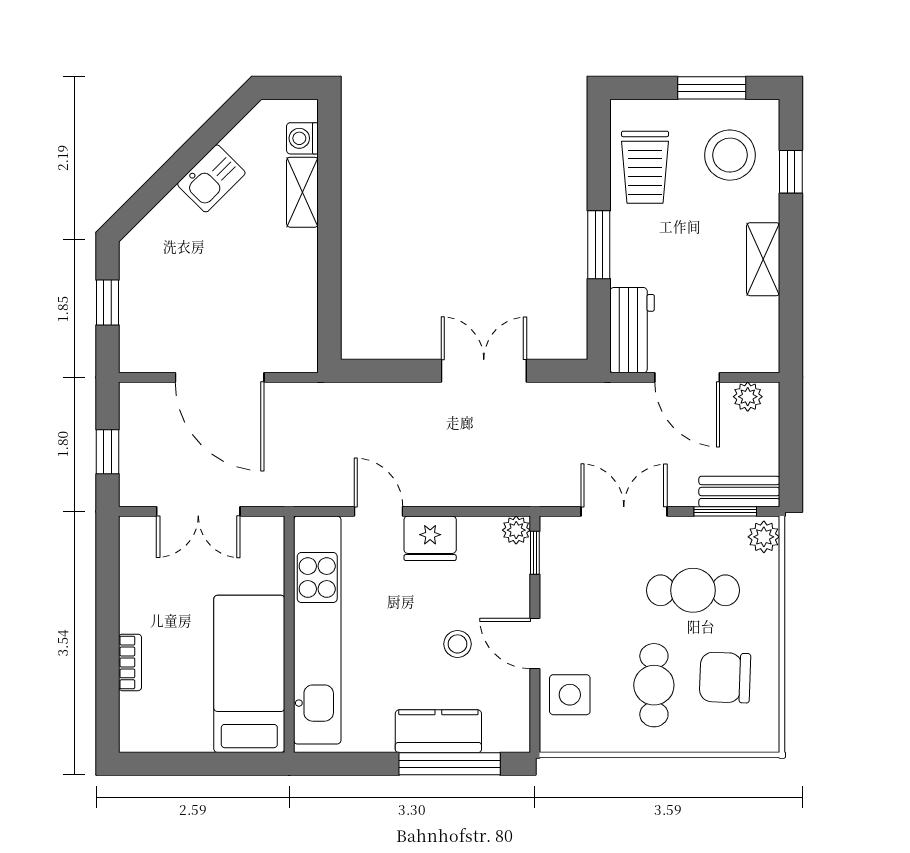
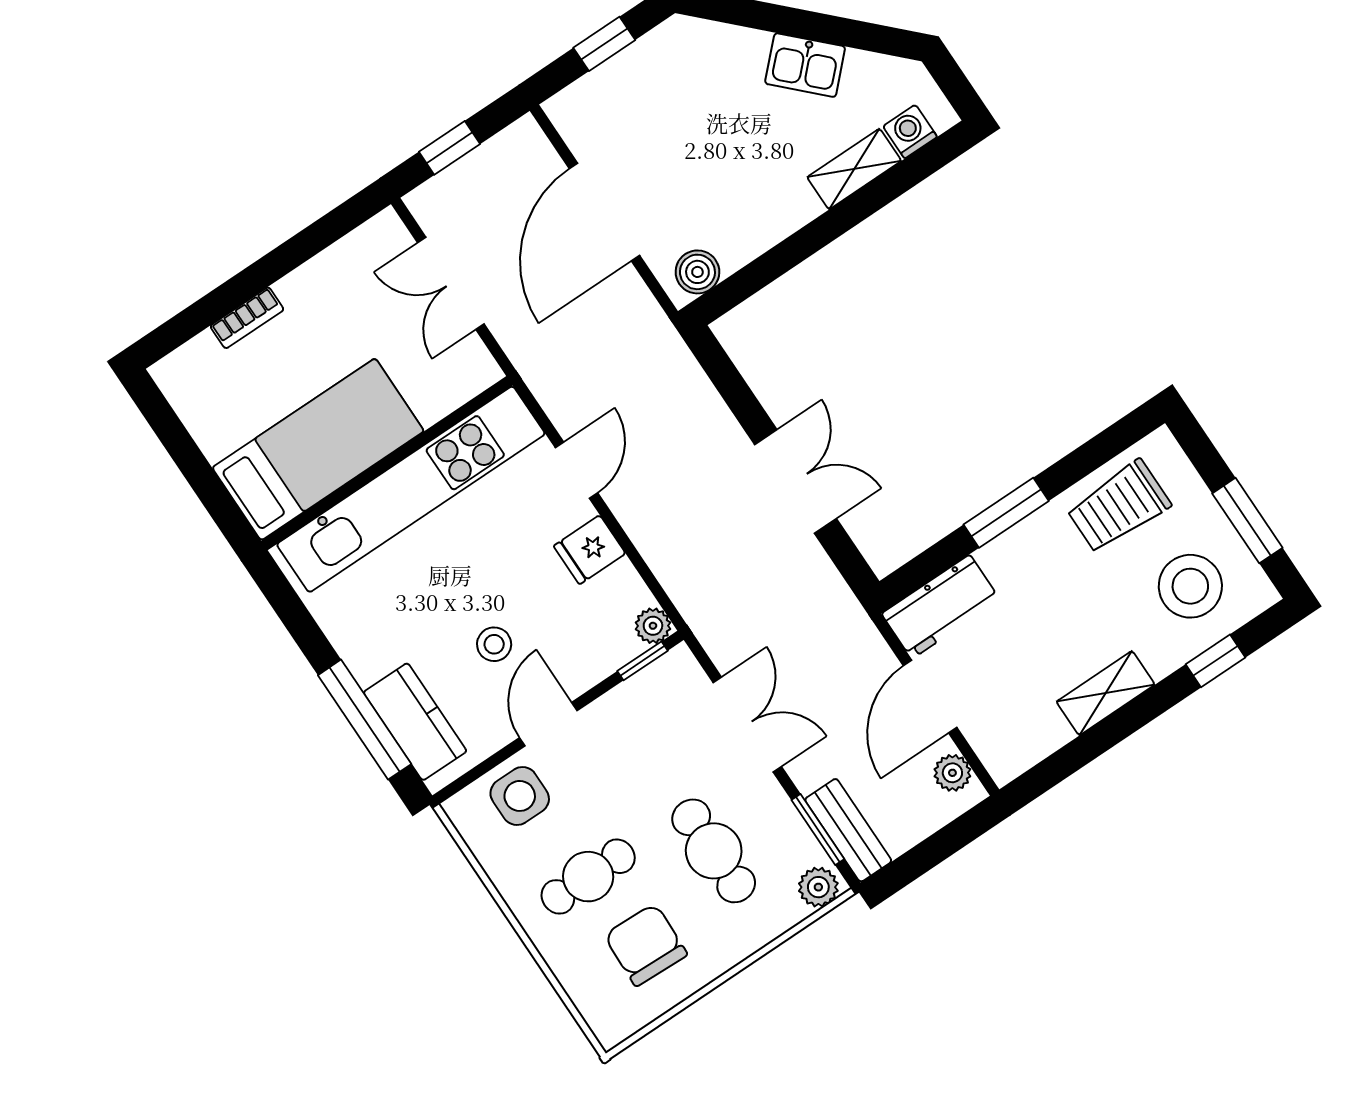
boiler: (301, 342) -> (697, 272), added
fridge: (430, 538) -> (590, 550), width x0.72
kitchen counter: (438, 731) -> (415, 722), moved

